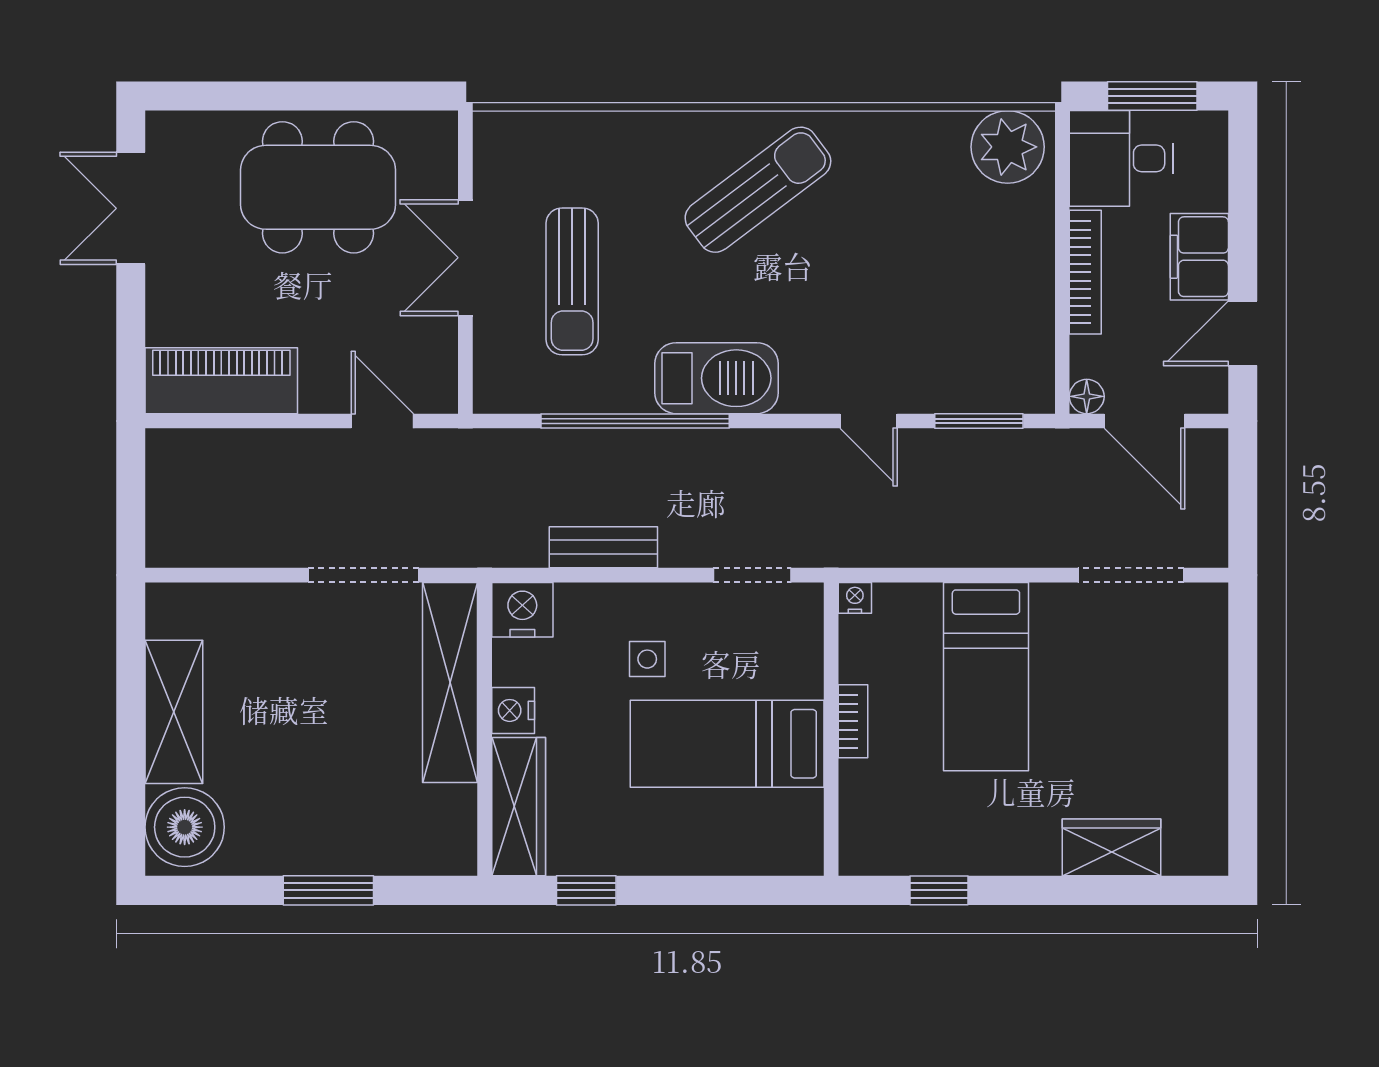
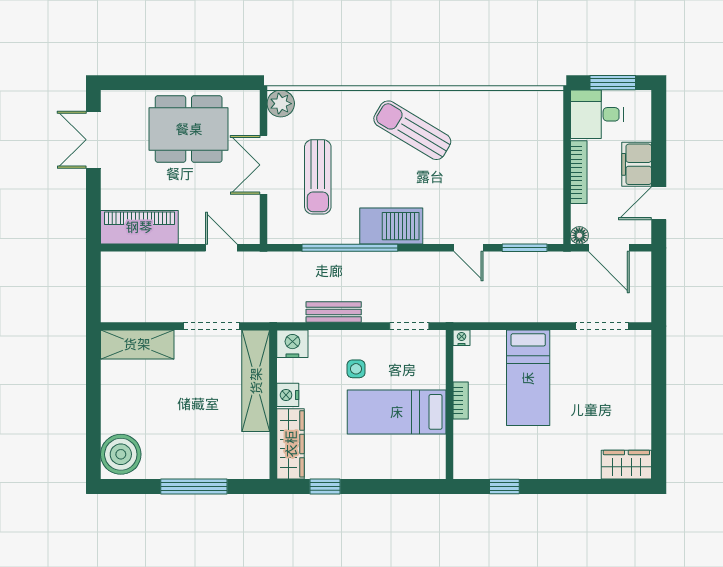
plant: (1008, 147) -> (281, 104), moved, width x0.73, depth x0.73
sun lounger: (758, 190) -> (412, 130), turned -112
shelving: (174, 712) -> (137, 344), moved, turned 90
wardrobe: (1112, 847) -> (626, 465), moved
window: (328, 890) -> (194, 486), width x1.44

